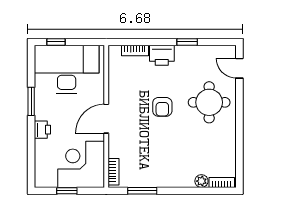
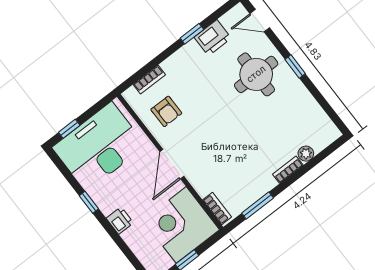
printer: (162, 55) -> (213, 38), moved
window: (31, 101) -> (89, 202), width x0.67
armchair: (162, 107) -> (166, 111), moved
window: (239, 117) -> (295, 66), added
bookcase: (222, 182) -> (288, 170), moved

